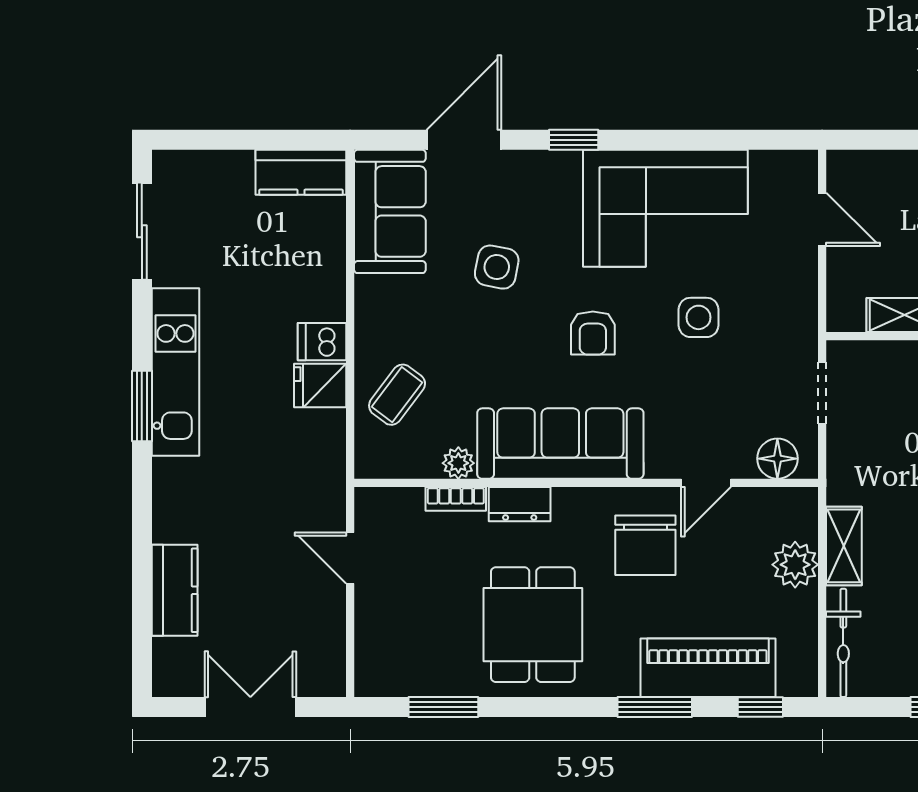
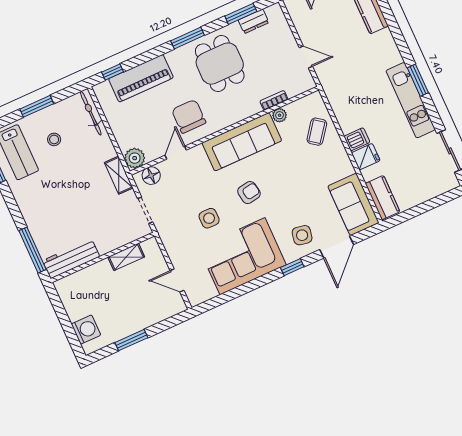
kitchen counter: (301, 172) -> (383, 198), moved, turned 90
side table: (497, 267) -> (302, 235), moved
armchair: (593, 333) -> (249, 193), turned 81
fridge: (320, 385) -> (366, 157), moved
dresser: (520, 504) -> (254, 21), moved, turned 180
shelving: (844, 546) -> (119, 175), moved
plant: (795, 565) -> (135, 158), moved
window: (655, 707) -> (188, 38), moved

